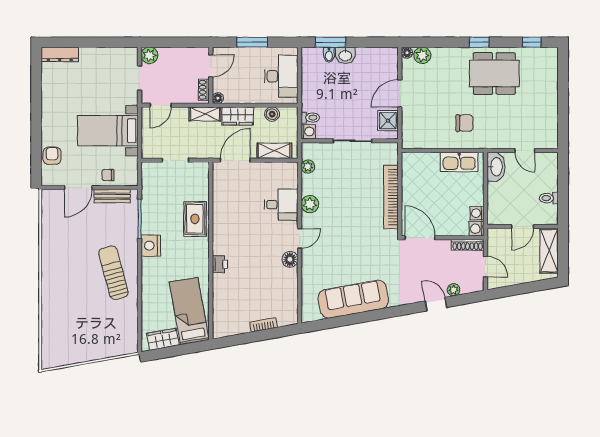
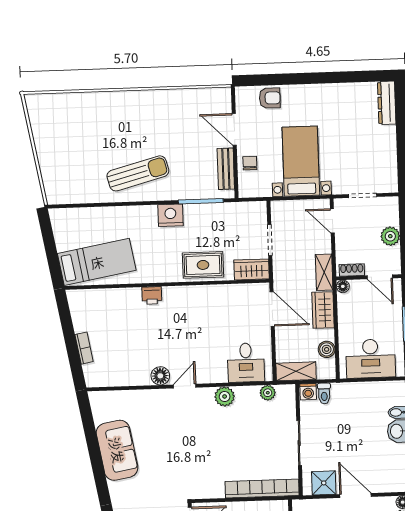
plant: (149, 55) -> (390, 236), moved
shelving: (274, 151) -> (296, 371), moved, turned 90
bookcase: (391, 197) -> (262, 489), moved
desk: (281, 205) -> (246, 363), moved
door: (300, 239) -> (185, 386), swing flipped
sofa: (353, 299) -> (117, 450), width x0.73
wardrobe: (163, 339) -> (252, 269), moved, turned -80

